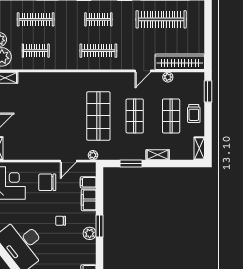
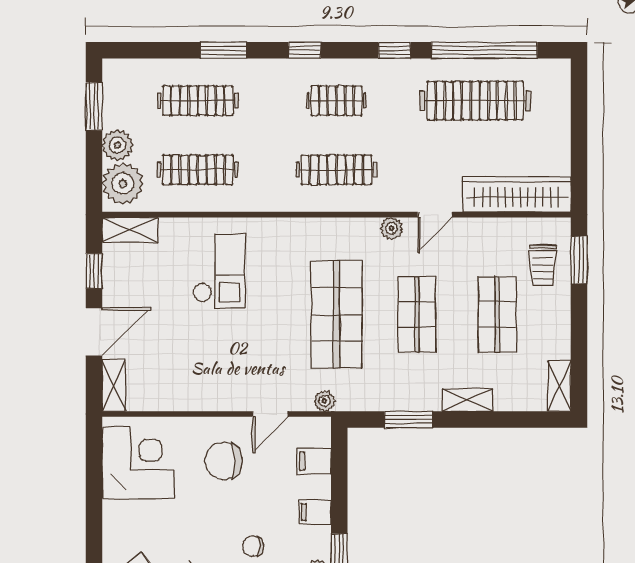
clothes rail: (36, 51) -> (198, 170), width x1.36
plant: (168, 77) -> (392, 228), moved
checkout: (45, 96) -> (219, 271), added
trolley: (194, 113) -> (543, 265), moved
filing cabinet: (89, 200) -> (315, 512), width x0.50

